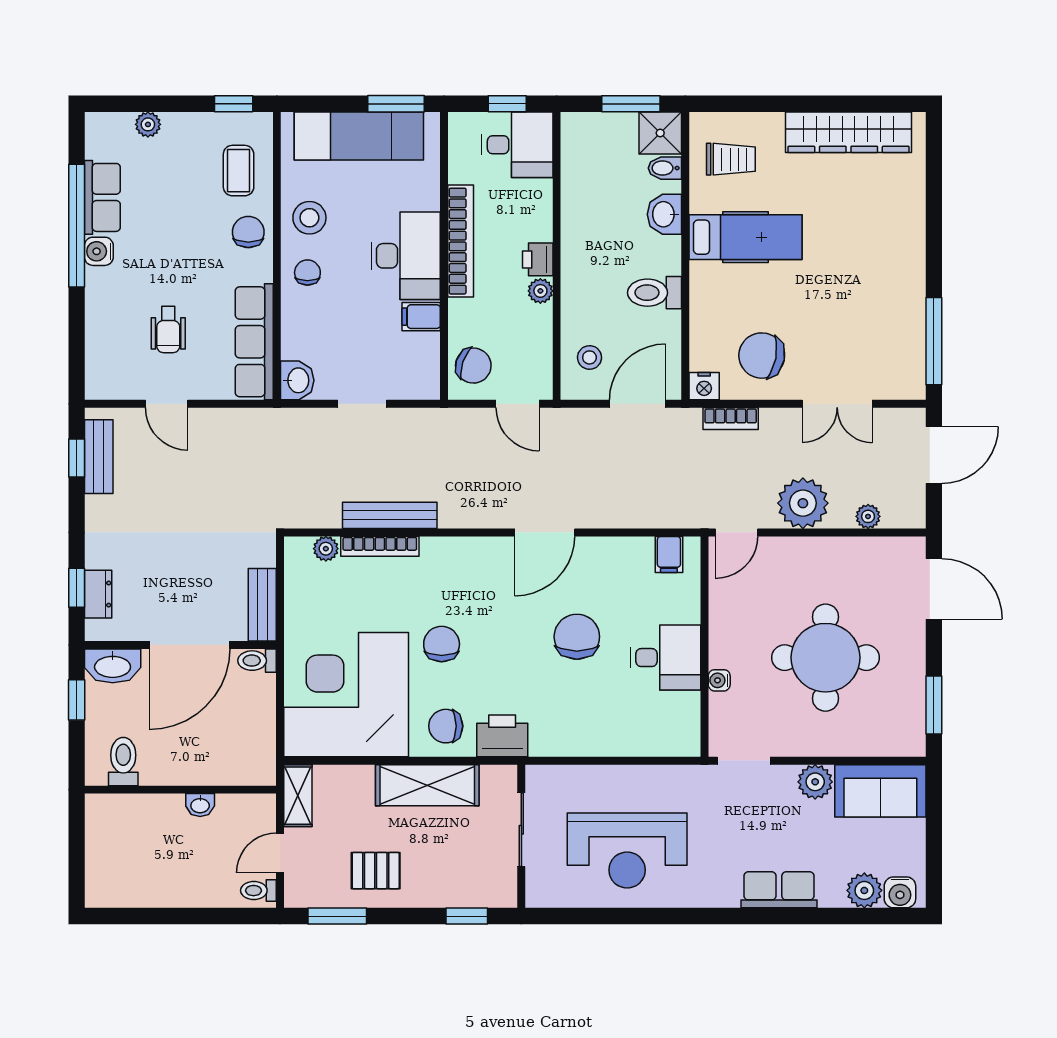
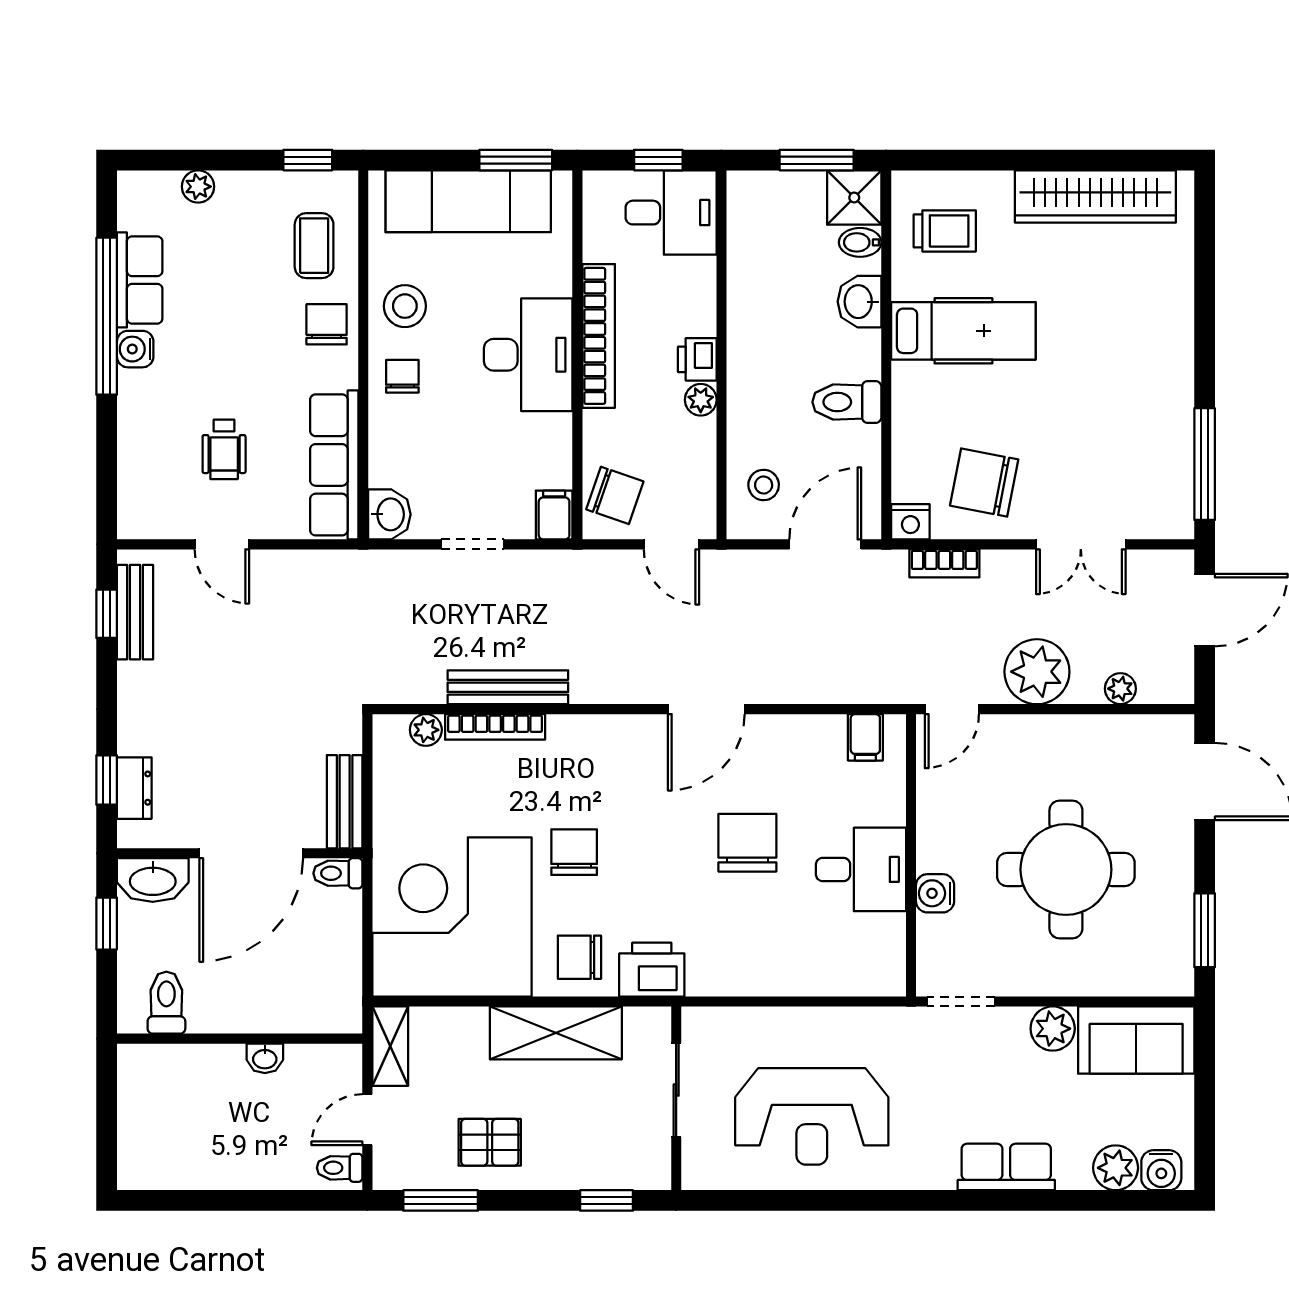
filing cabinet: (421, 317) -> (554, 515), moved, turned 90
water cooler: (719, 680) -> (935, 893), width x1.38, depth x1.38

